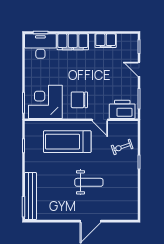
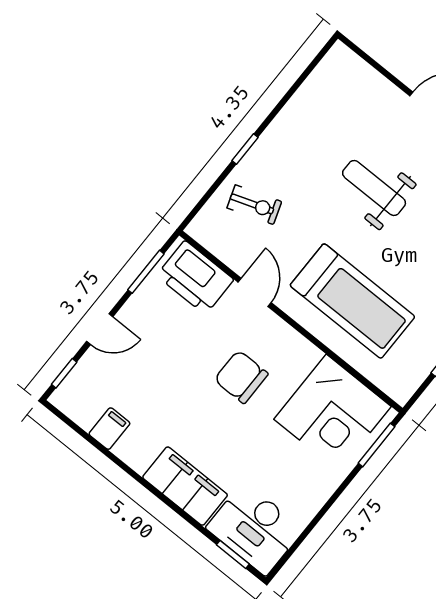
filing cabinet: (106, 41) -> (109, 429), width x0.50
door: (139, 69) -> (100, 329), hinge flipped
chair: (79, 100) -> (241, 377), moved, turned 180

